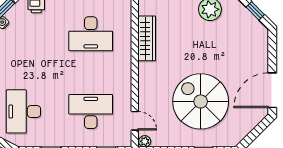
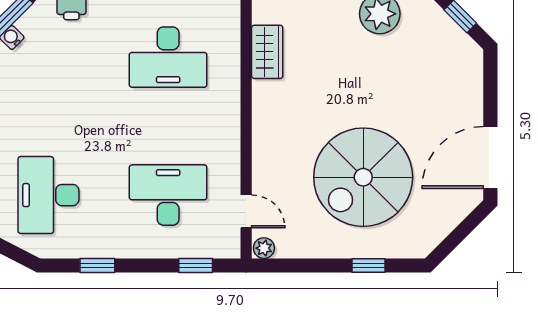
wardrobe: (147, 38) -> (267, 52), width x0.67
spiral stairs: (201, 101) -> (363, 177), turned -90

